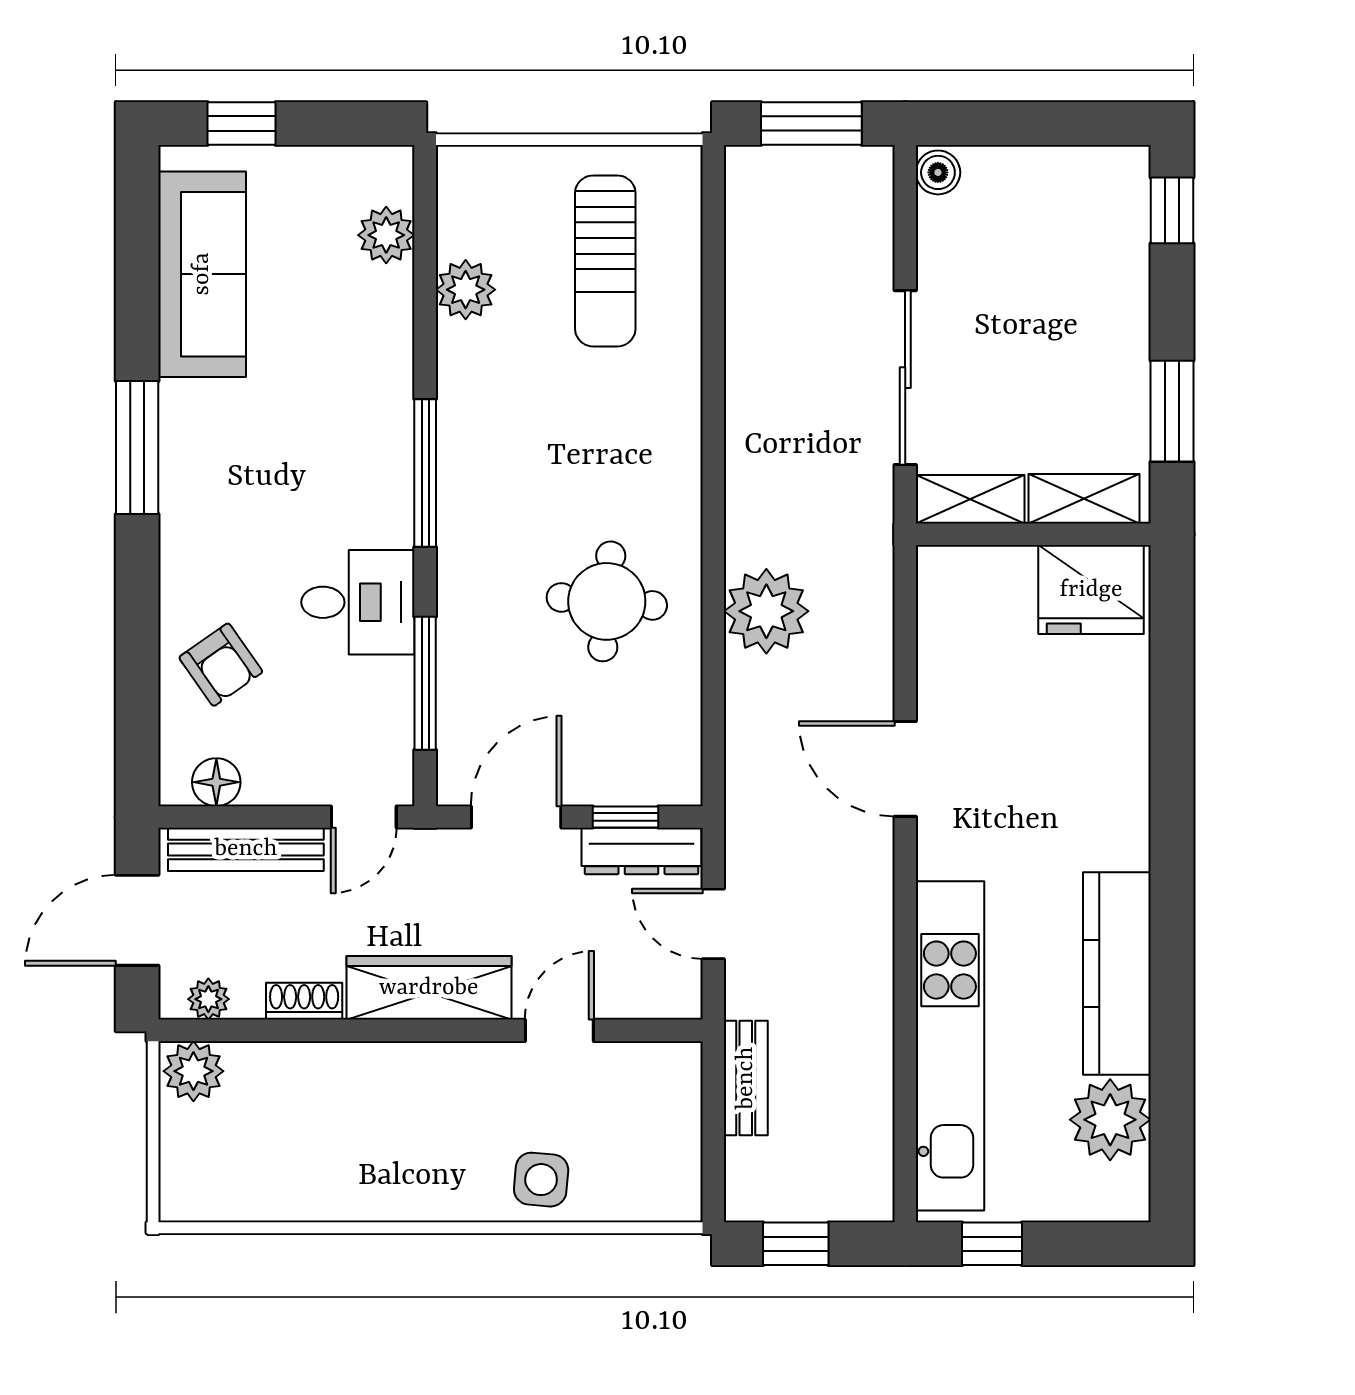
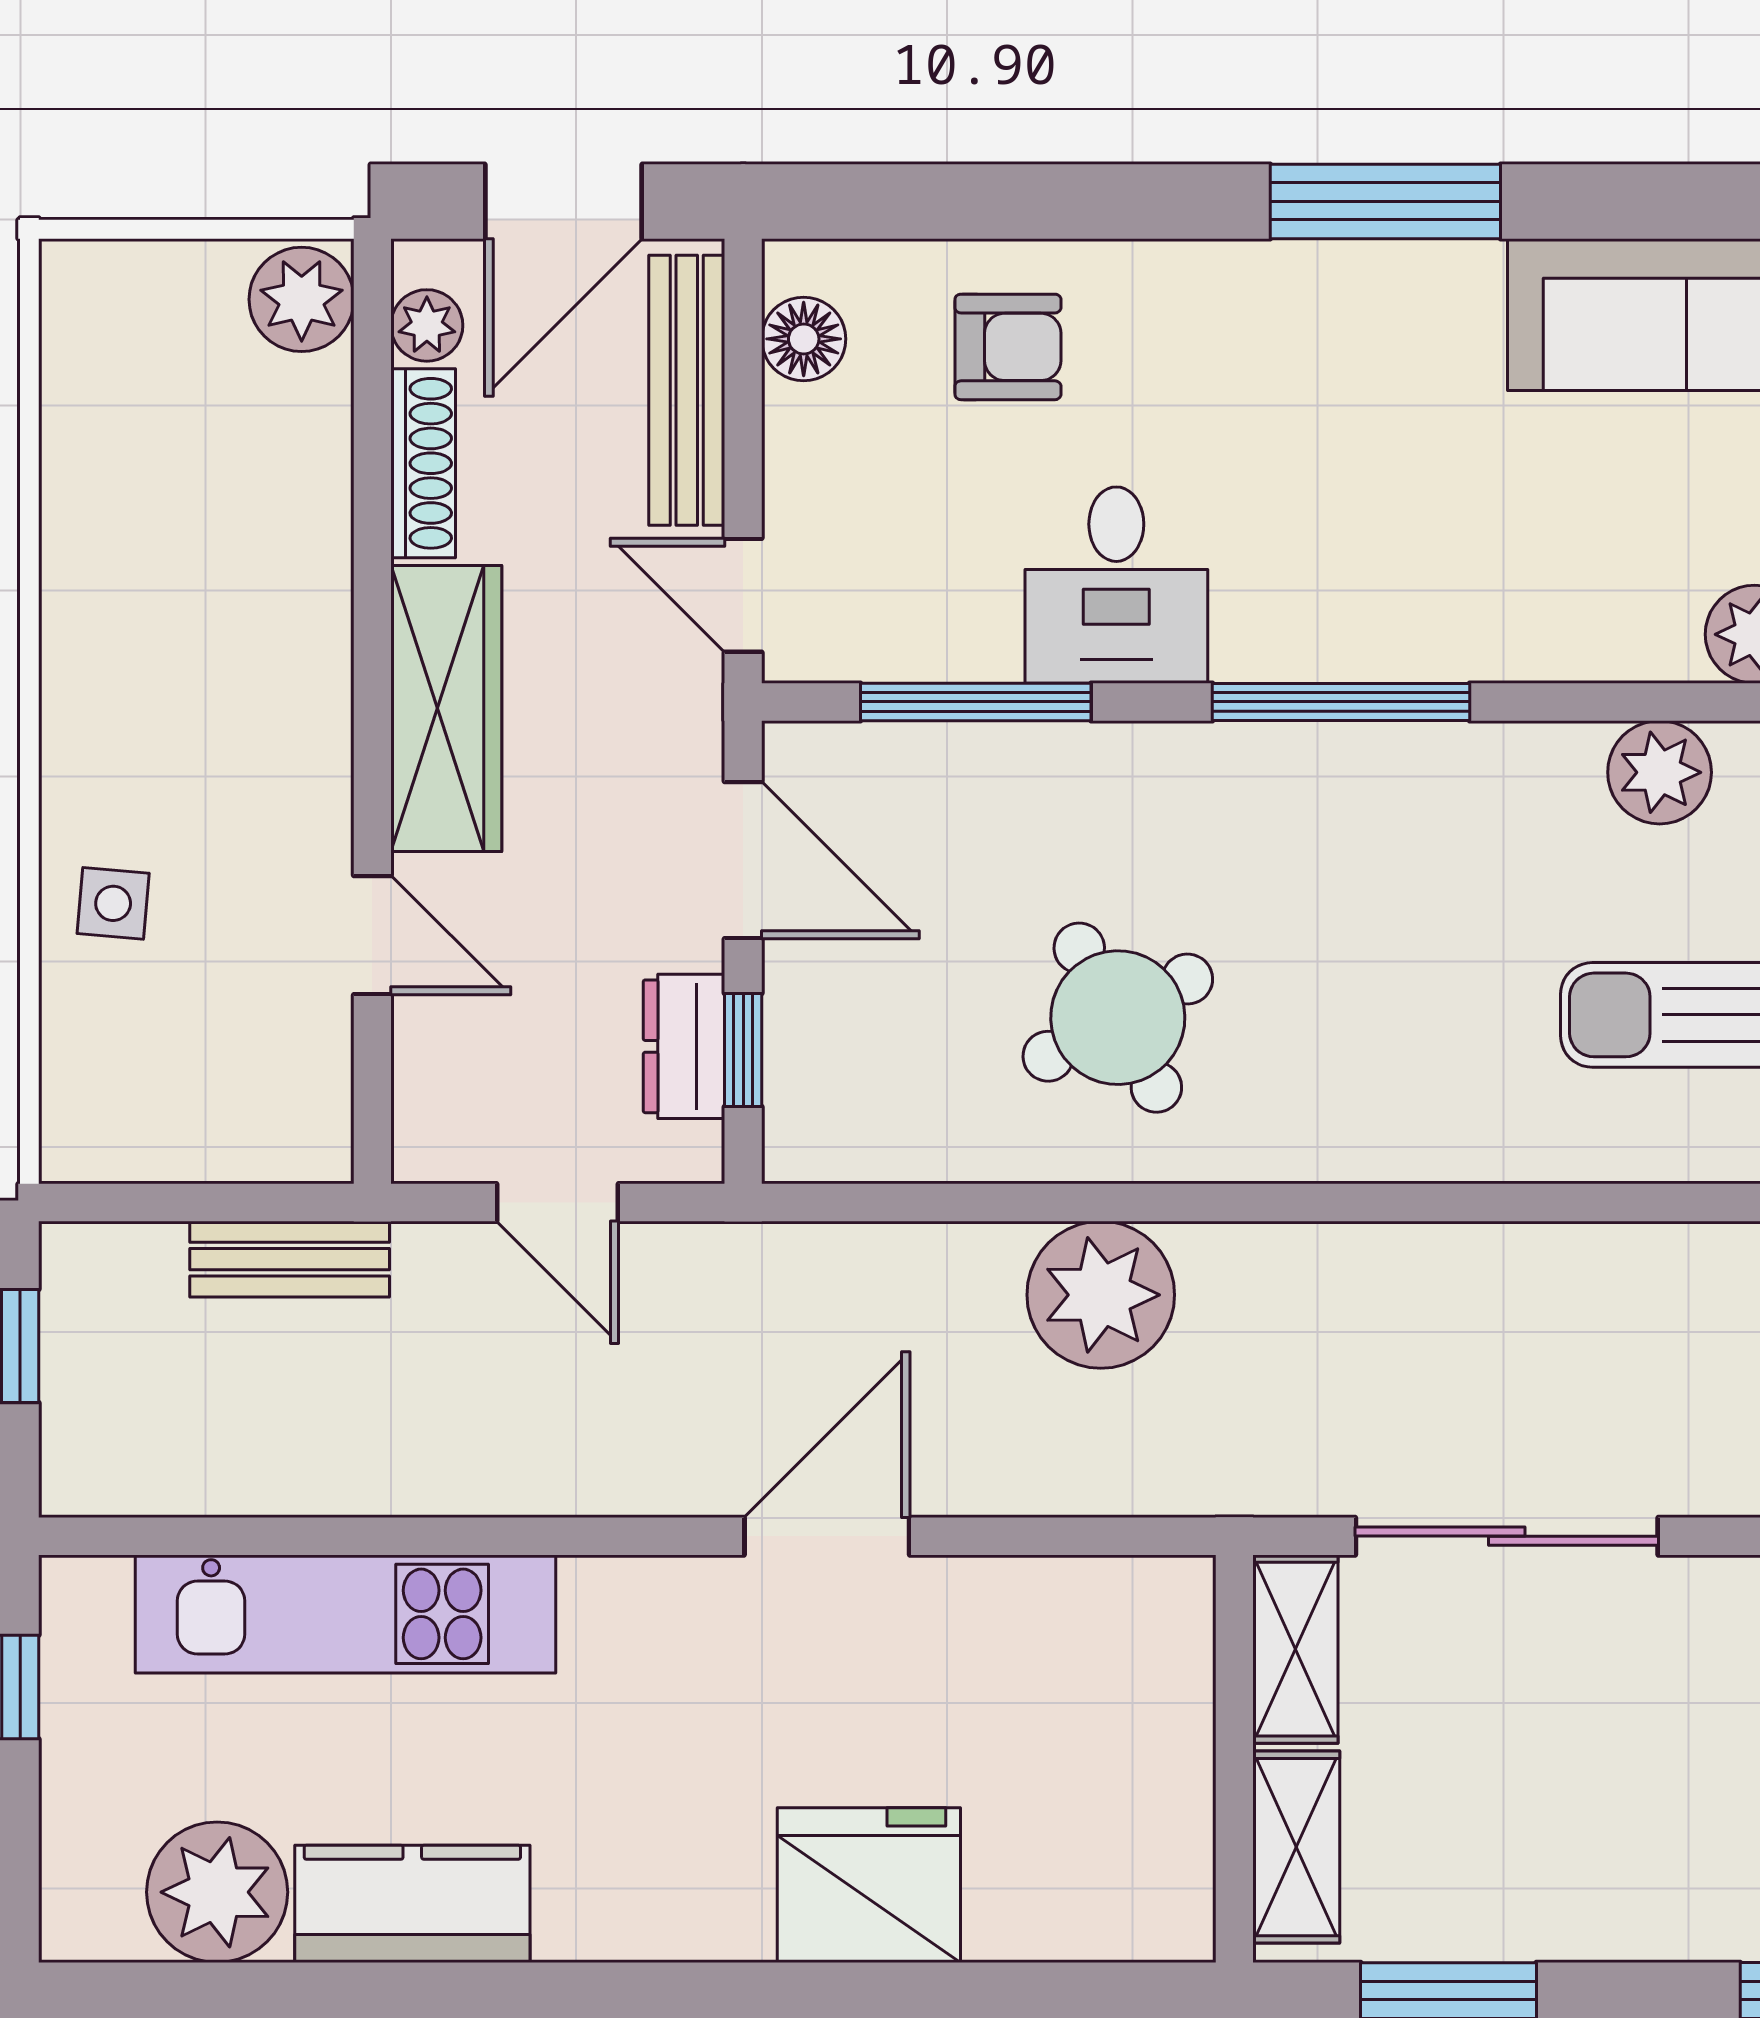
fridge: (1091, 590) -> (869, 1885), moved, turned 90
round table: (607, 601) -> (1118, 1018), turned -34
armchair: (221, 665) -> (1008, 347), turned -145
dresser: (641, 851) -> (684, 1046), width x0.70
door: (137, 920) -> (564, 201), swing flipped
door: (713, 924) -> (557, 1203), swing flipped
kitchen counter: (1117, 974) -> (412, 1904), width x0.67
shoe rack: (304, 1001) -> (423, 463), width x1.43
kitchen unit: (950, 1046) -> (345, 1614), width x0.73
side table: (541, 1180) -> (113, 903), width x0.73, depth x0.73

